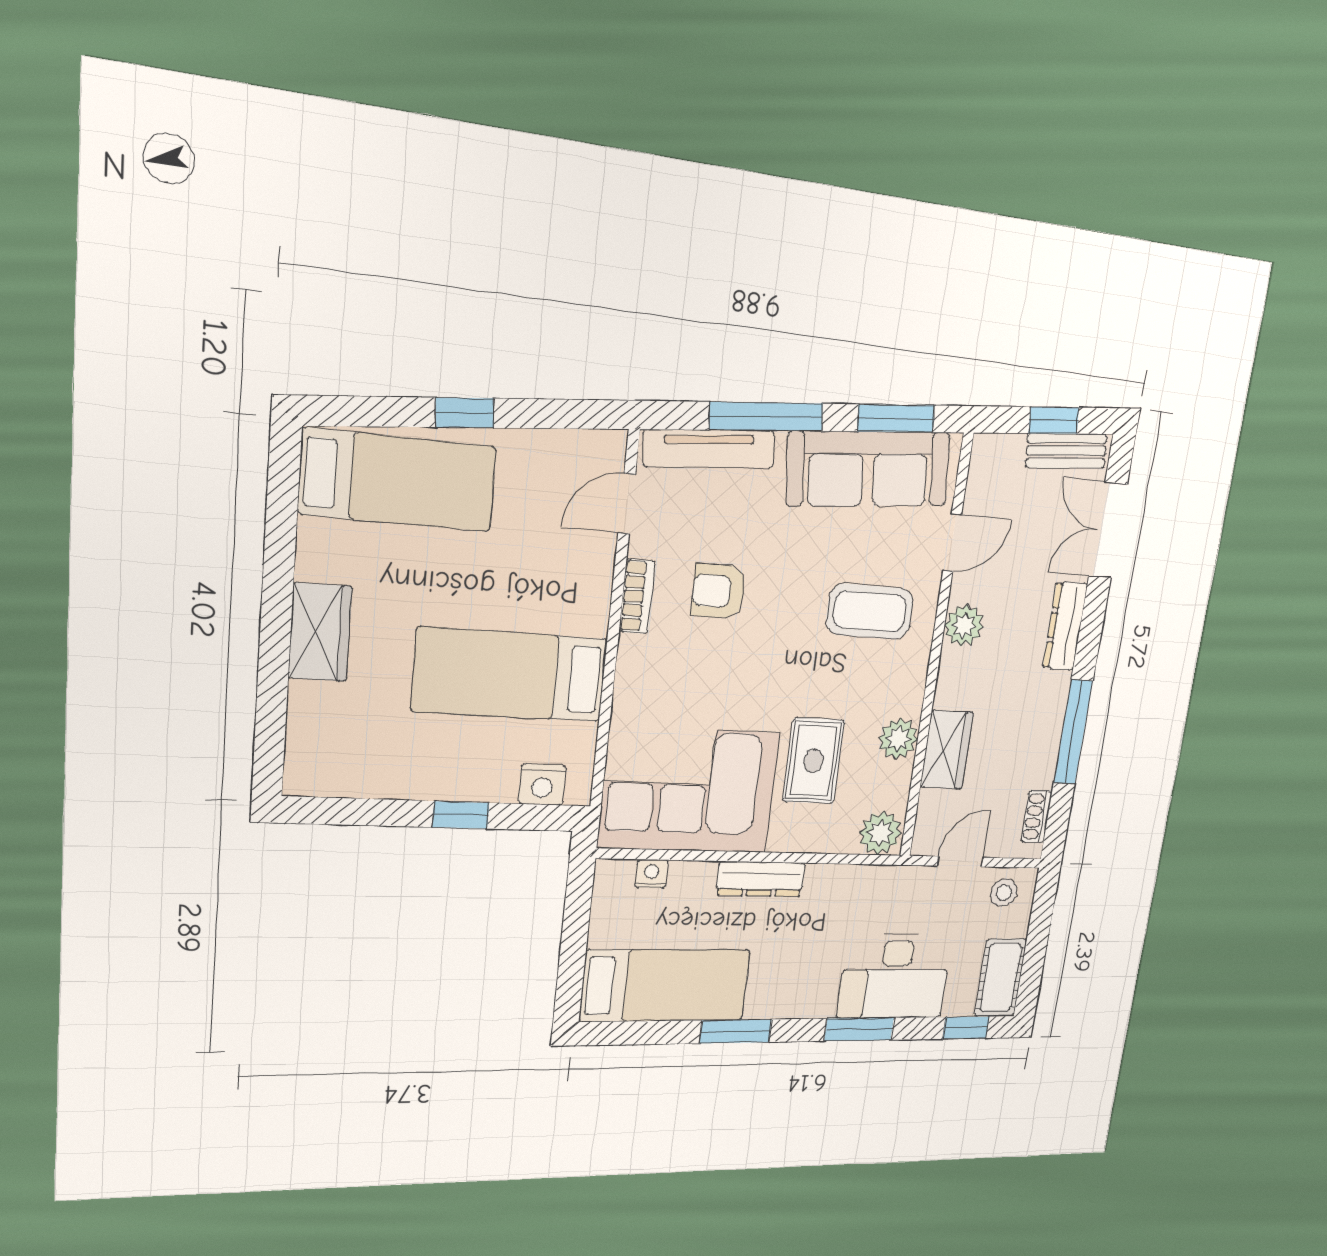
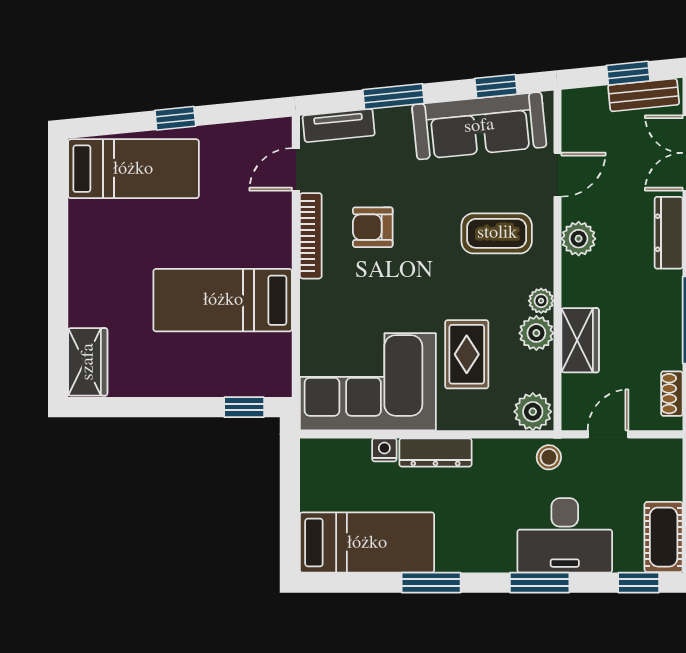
window: (766, 417) -> (394, 97), width x0.69
window: (896, 418) -> (496, 86), width x0.67
tv unit: (709, 449) -> (339, 125), width x0.71
bookcase: (637, 596) -> (311, 236), width x1.56
wardrobe: (320, 632) -> (88, 362), moved
plant: (910, 700) -> (541, 301), added
nightstand: (542, 784) -> (254, 382), removed
window: (461, 815) -> (244, 407), moved
nightstand: (652, 874) -> (384, 450), moved
stool: (1004, 893) -> (549, 457), moved

